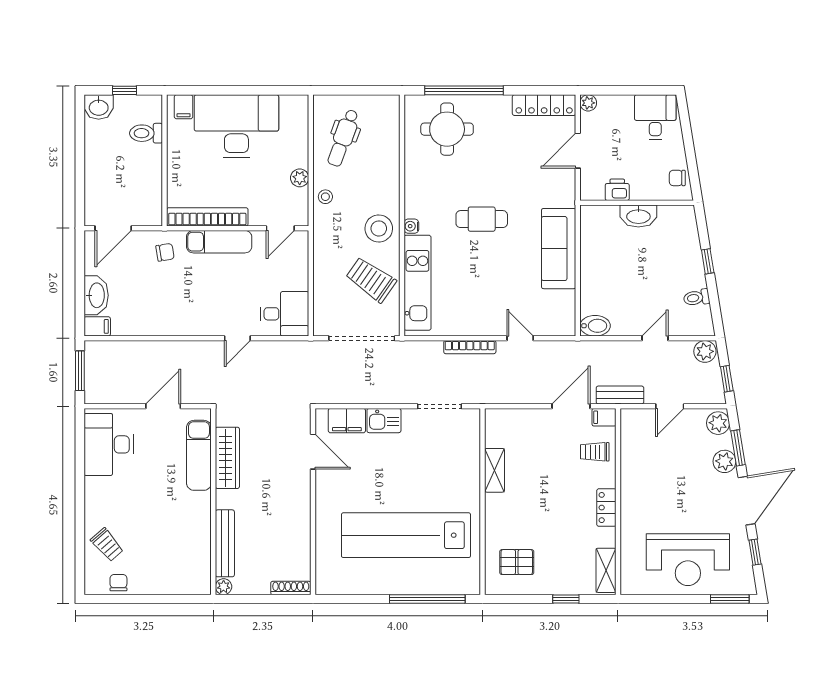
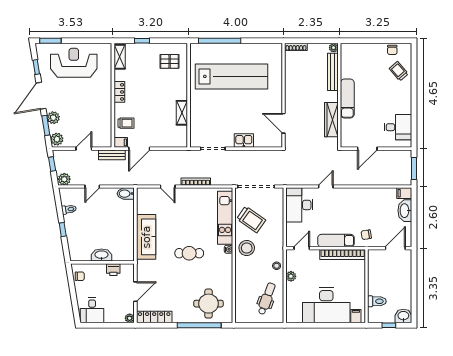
desk: (285, 314) -> (299, 205), width x1.37
filing cabinet: (347, 421) -> (265, 141), removed
desk: (109, 444) -> (398, 127), width x0.73
exam couch: (199, 455) -> (347, 99), moved

